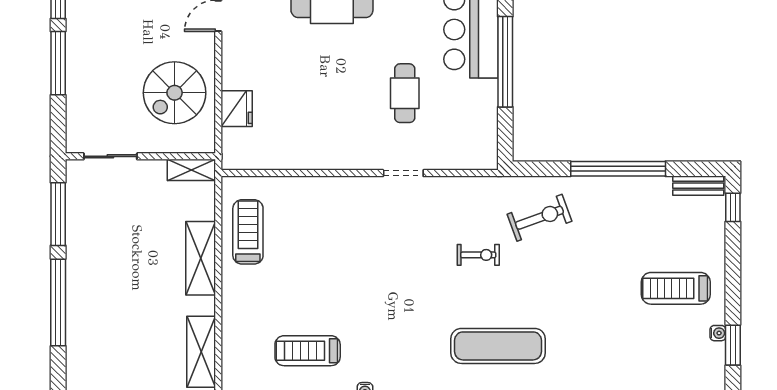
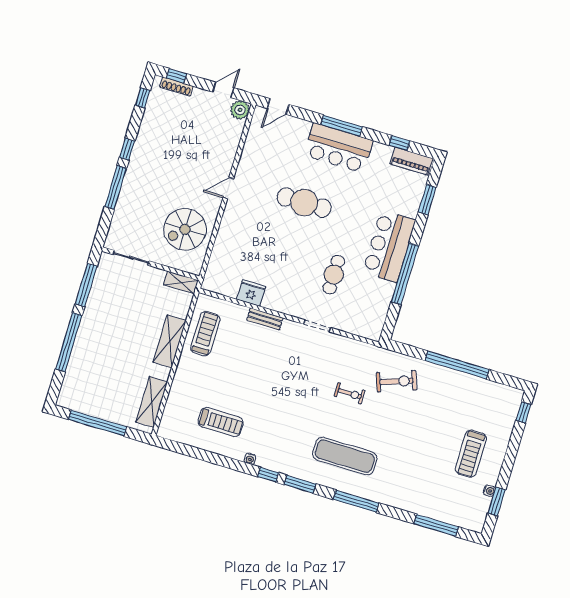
fridge: (237, 109) -> (251, 293), moved, turned -90
bench: (698, 186) -> (265, 319), moved
treadmill: (676, 288) -> (471, 454), turned -90
treadmill: (308, 351) -> (221, 422), turned 180

